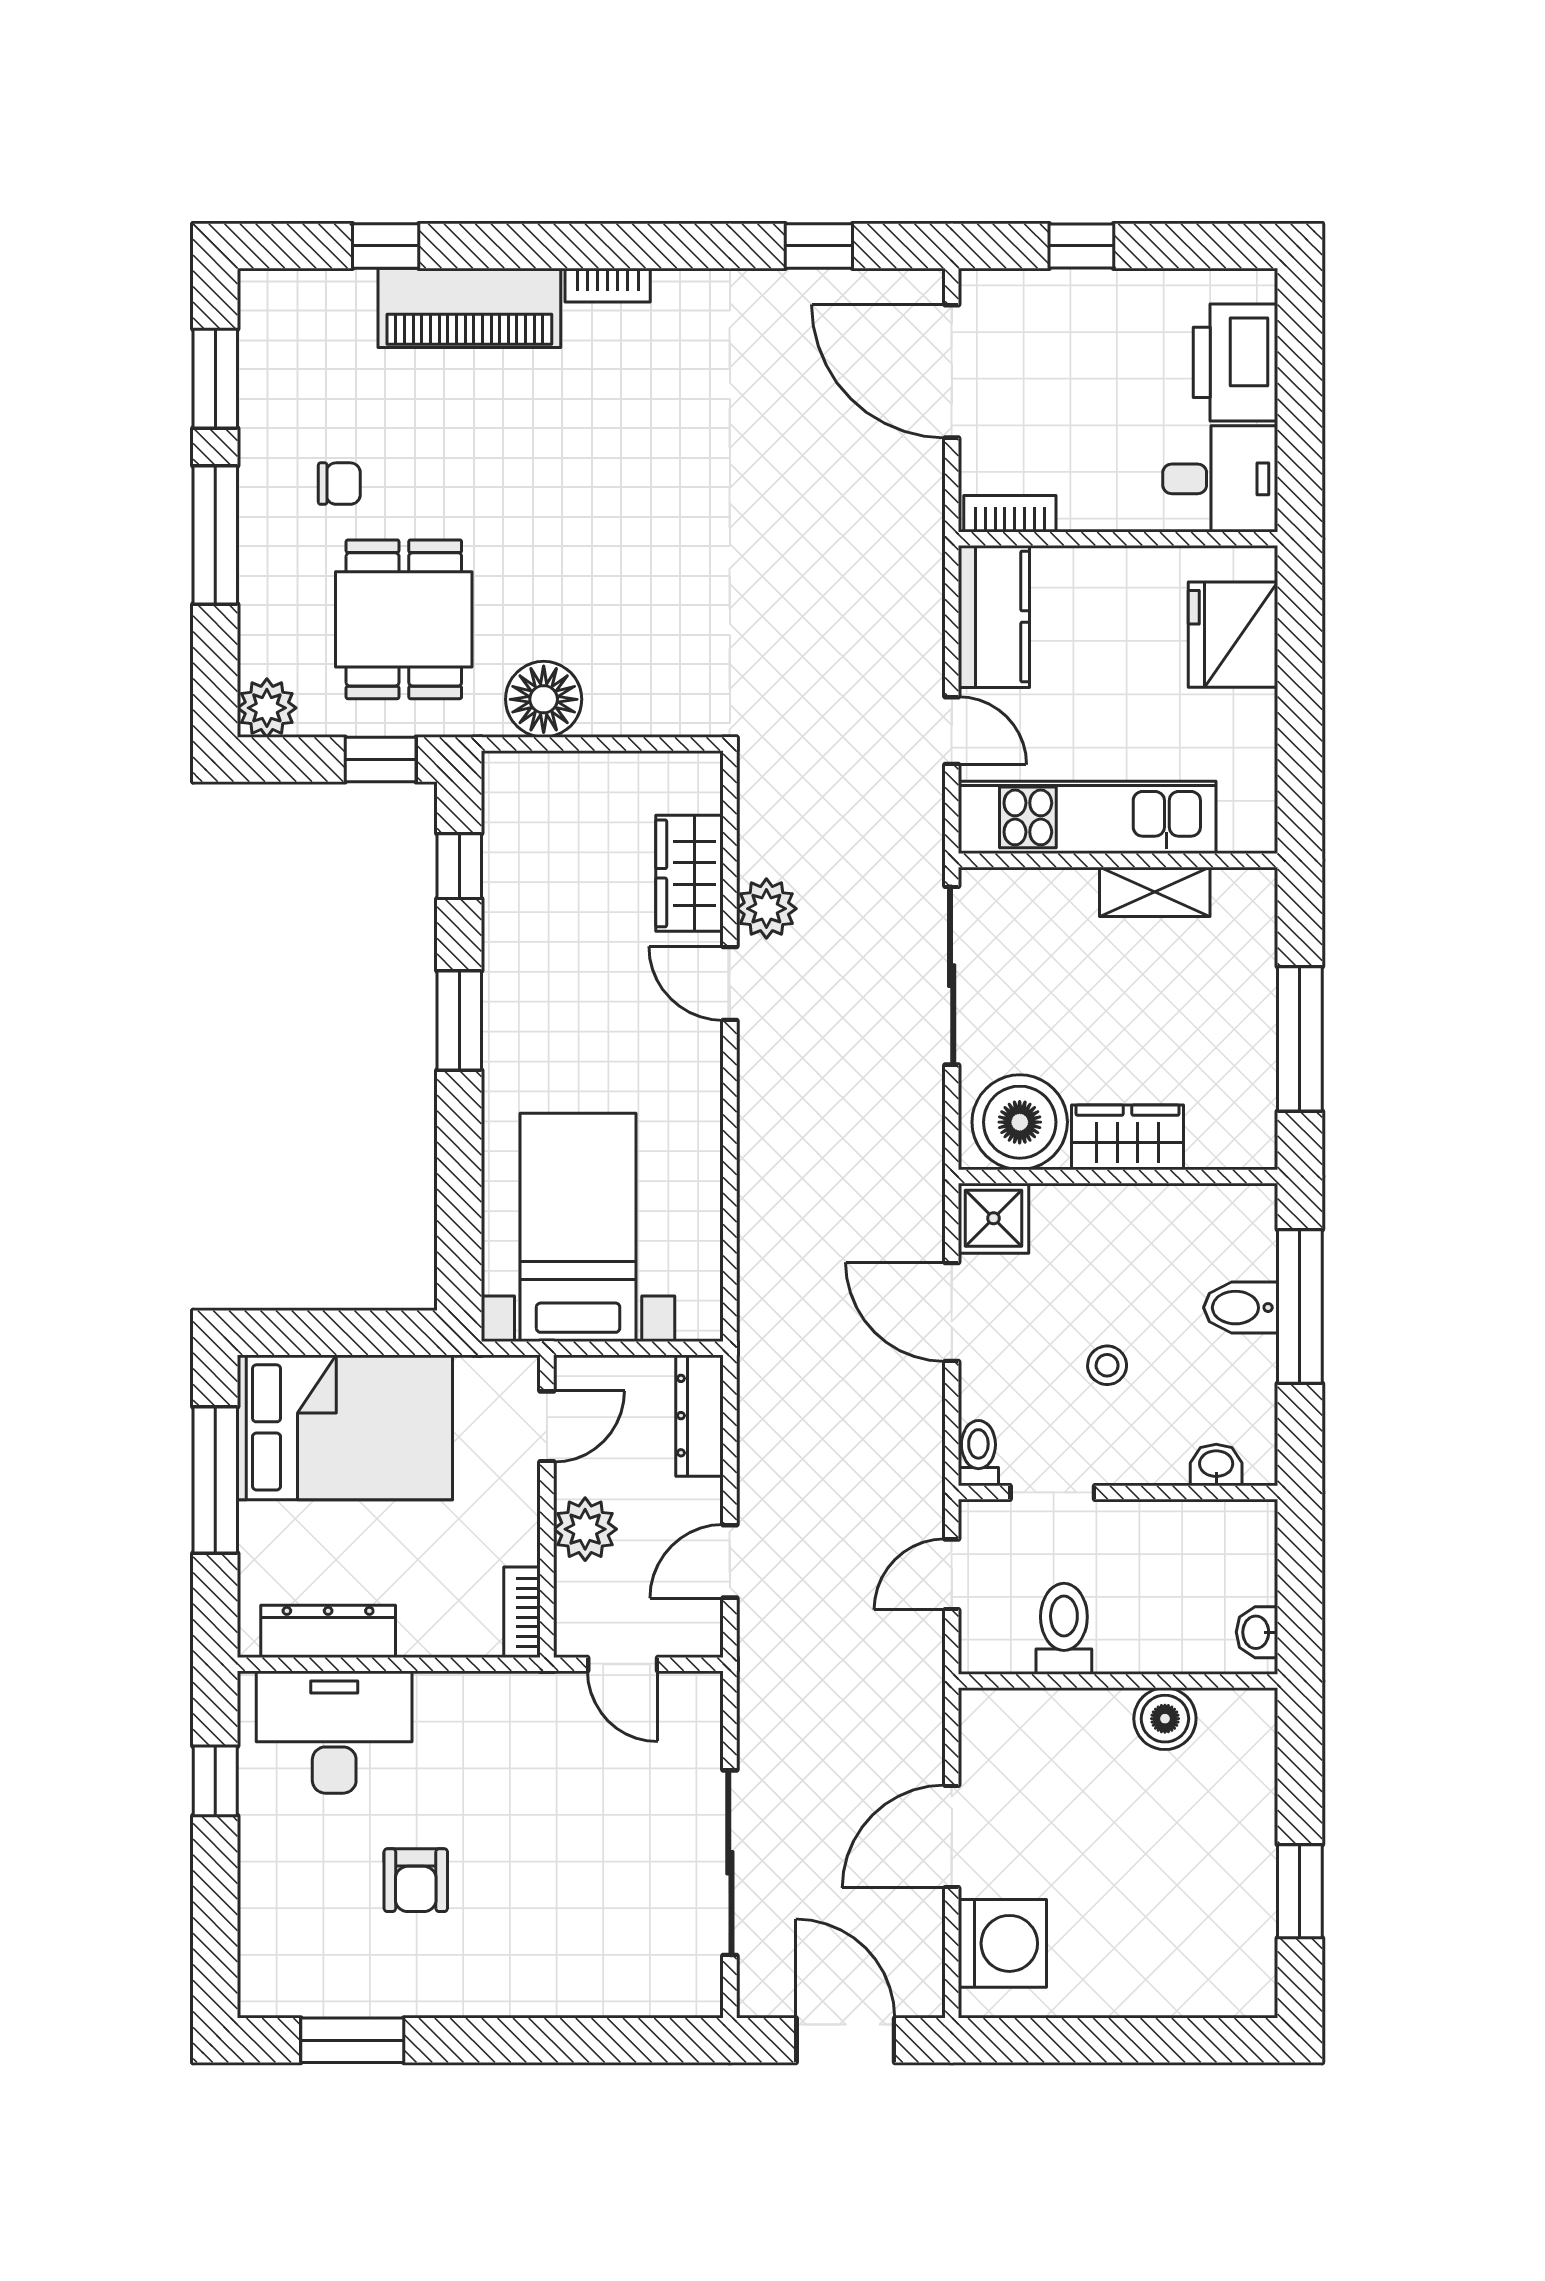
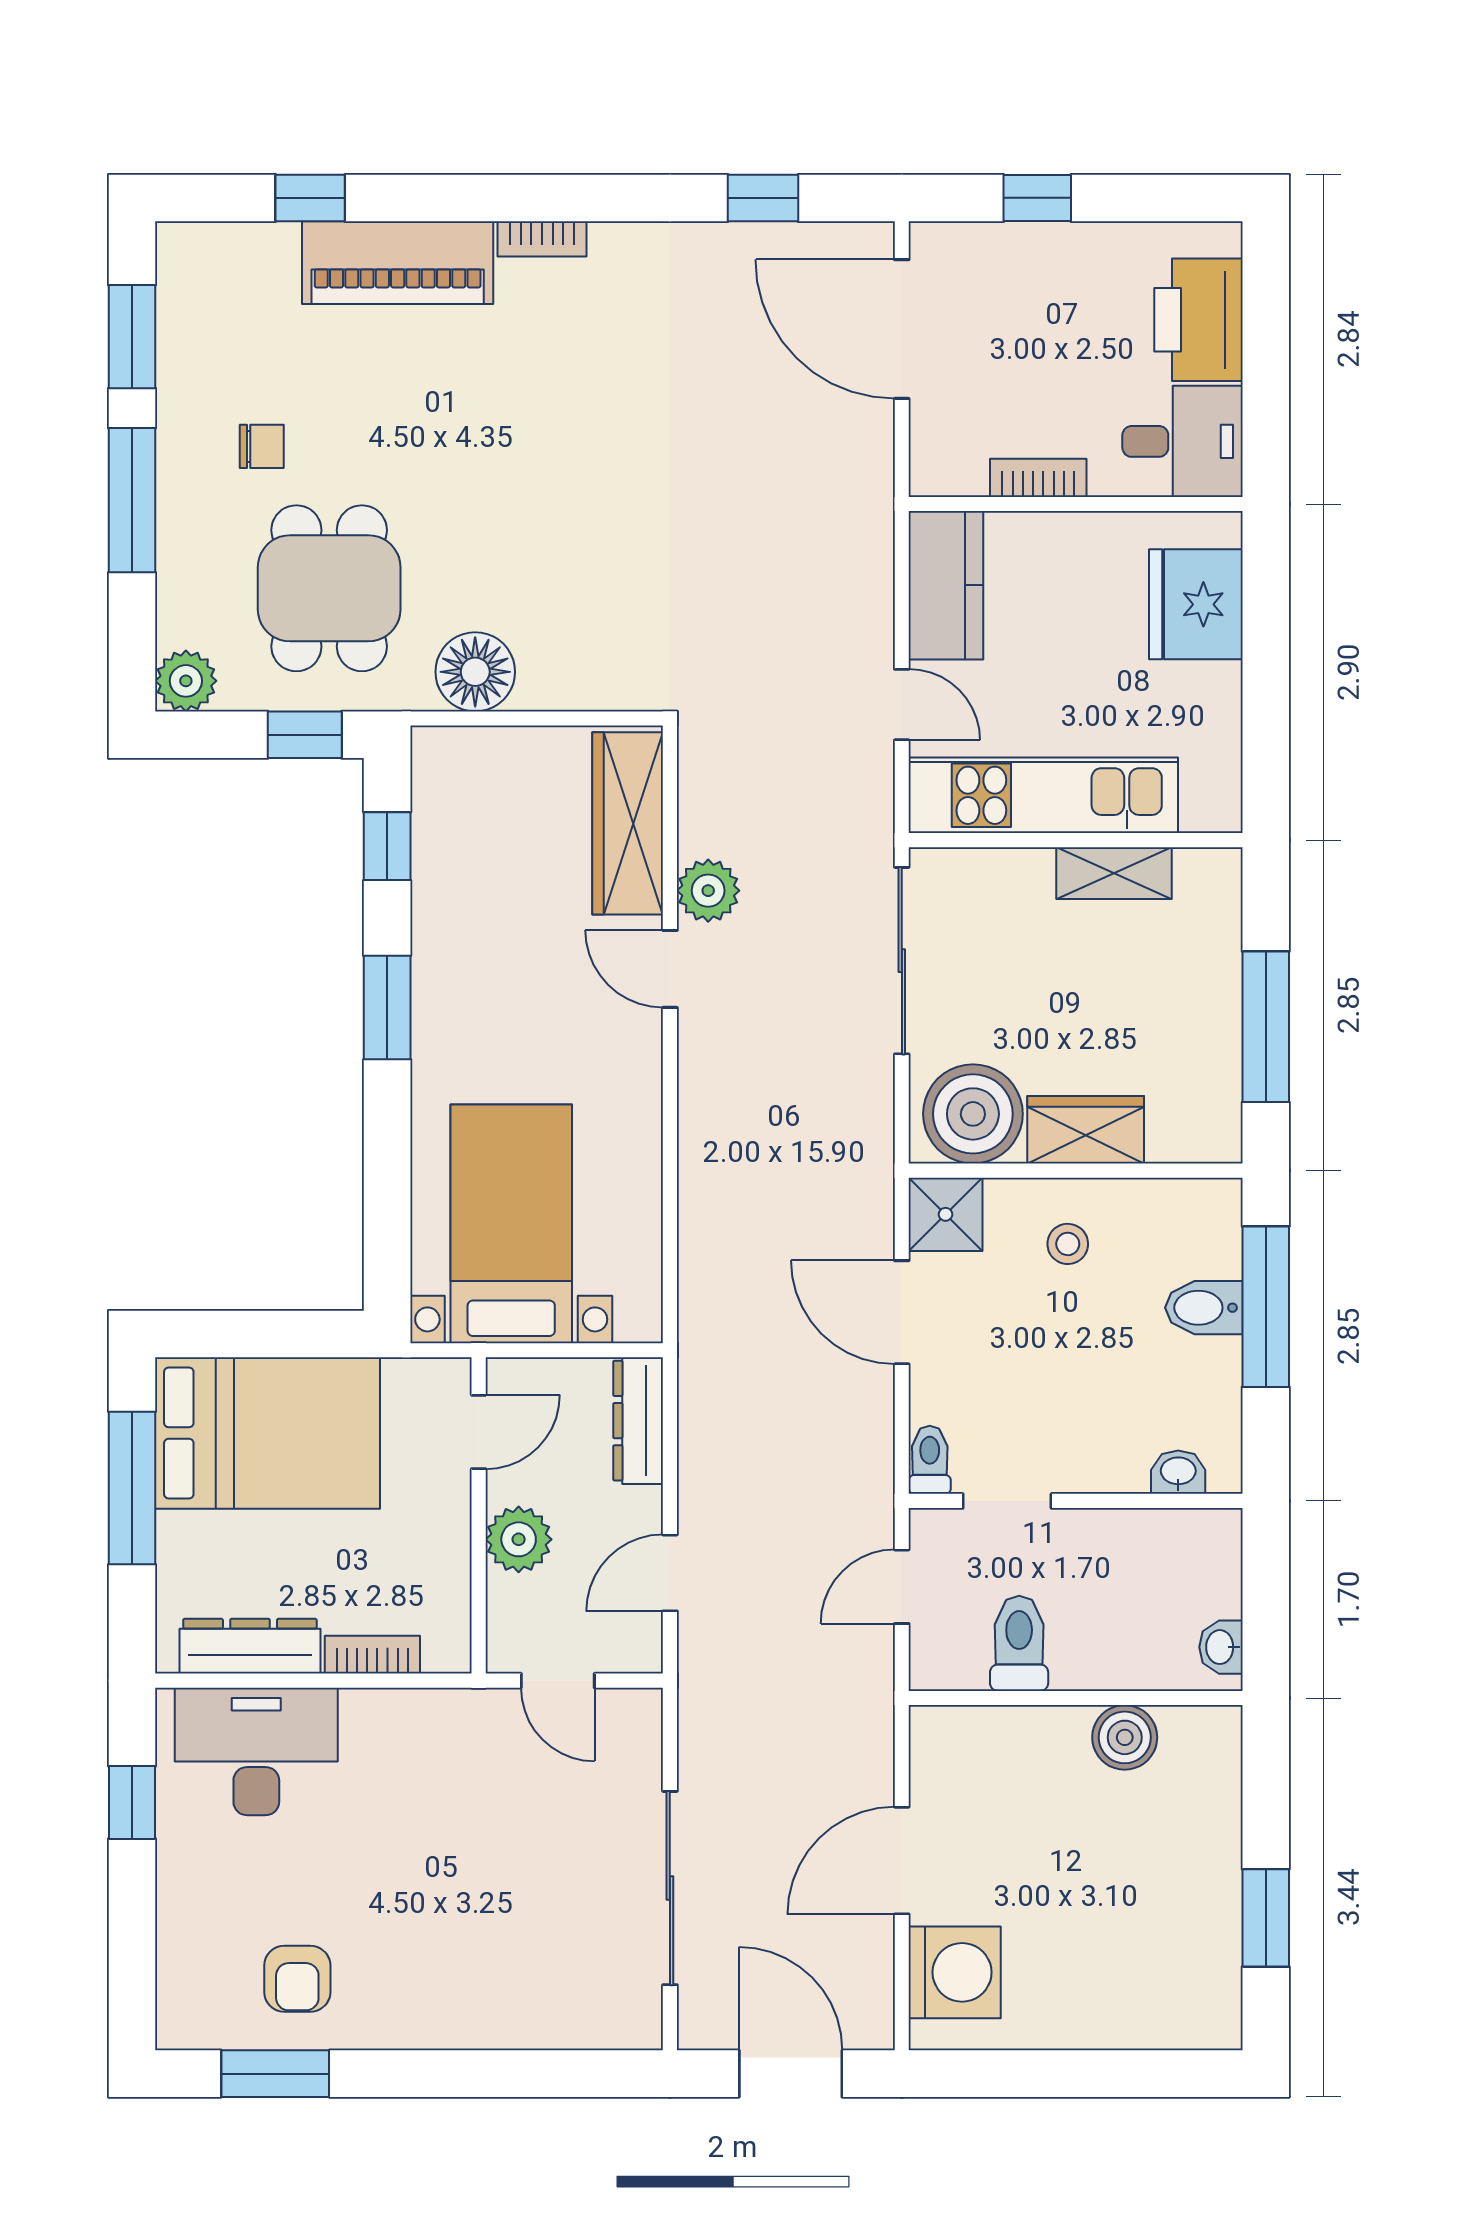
bookcase: (1010, 514) -> (1038, 478), moved
wardrobe: (689, 873) -> (628, 823), width x1.50
stool: (1107, 1365) -> (1068, 1244), moved
bookcase: (522, 1612) -> (372, 1655), moved, turned 90
armchair: (416, 1880) -> (297, 1979), moved

